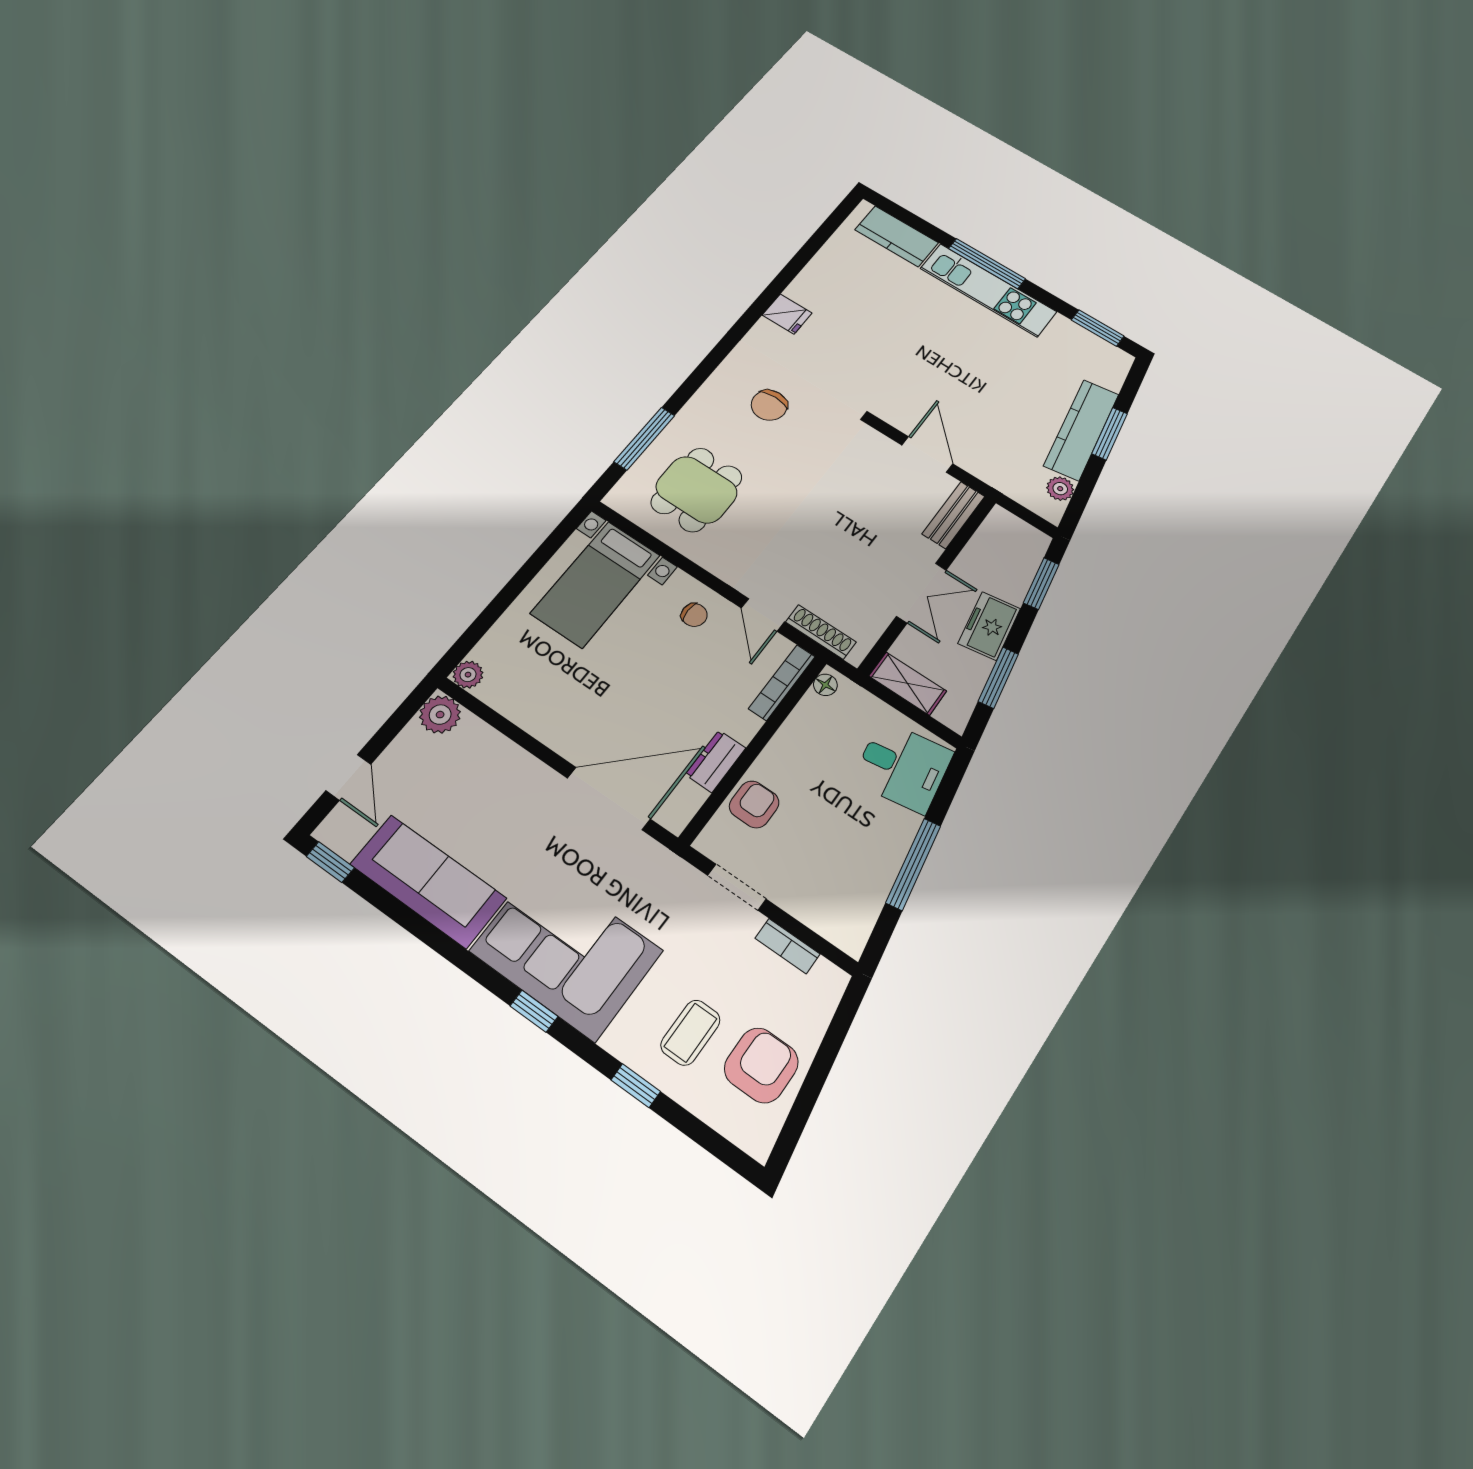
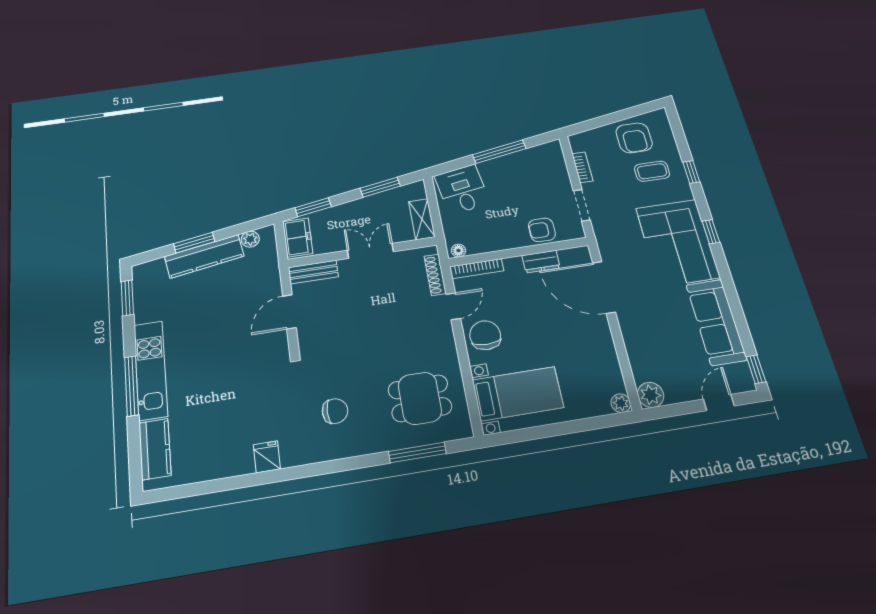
chair: (694, 615) -> (485, 335), width x1.87, depth x1.87
freezer: (989, 626) -> (298, 237), moved, turned -81
armchair: (761, 1065) -> (634, 138), turned -90

